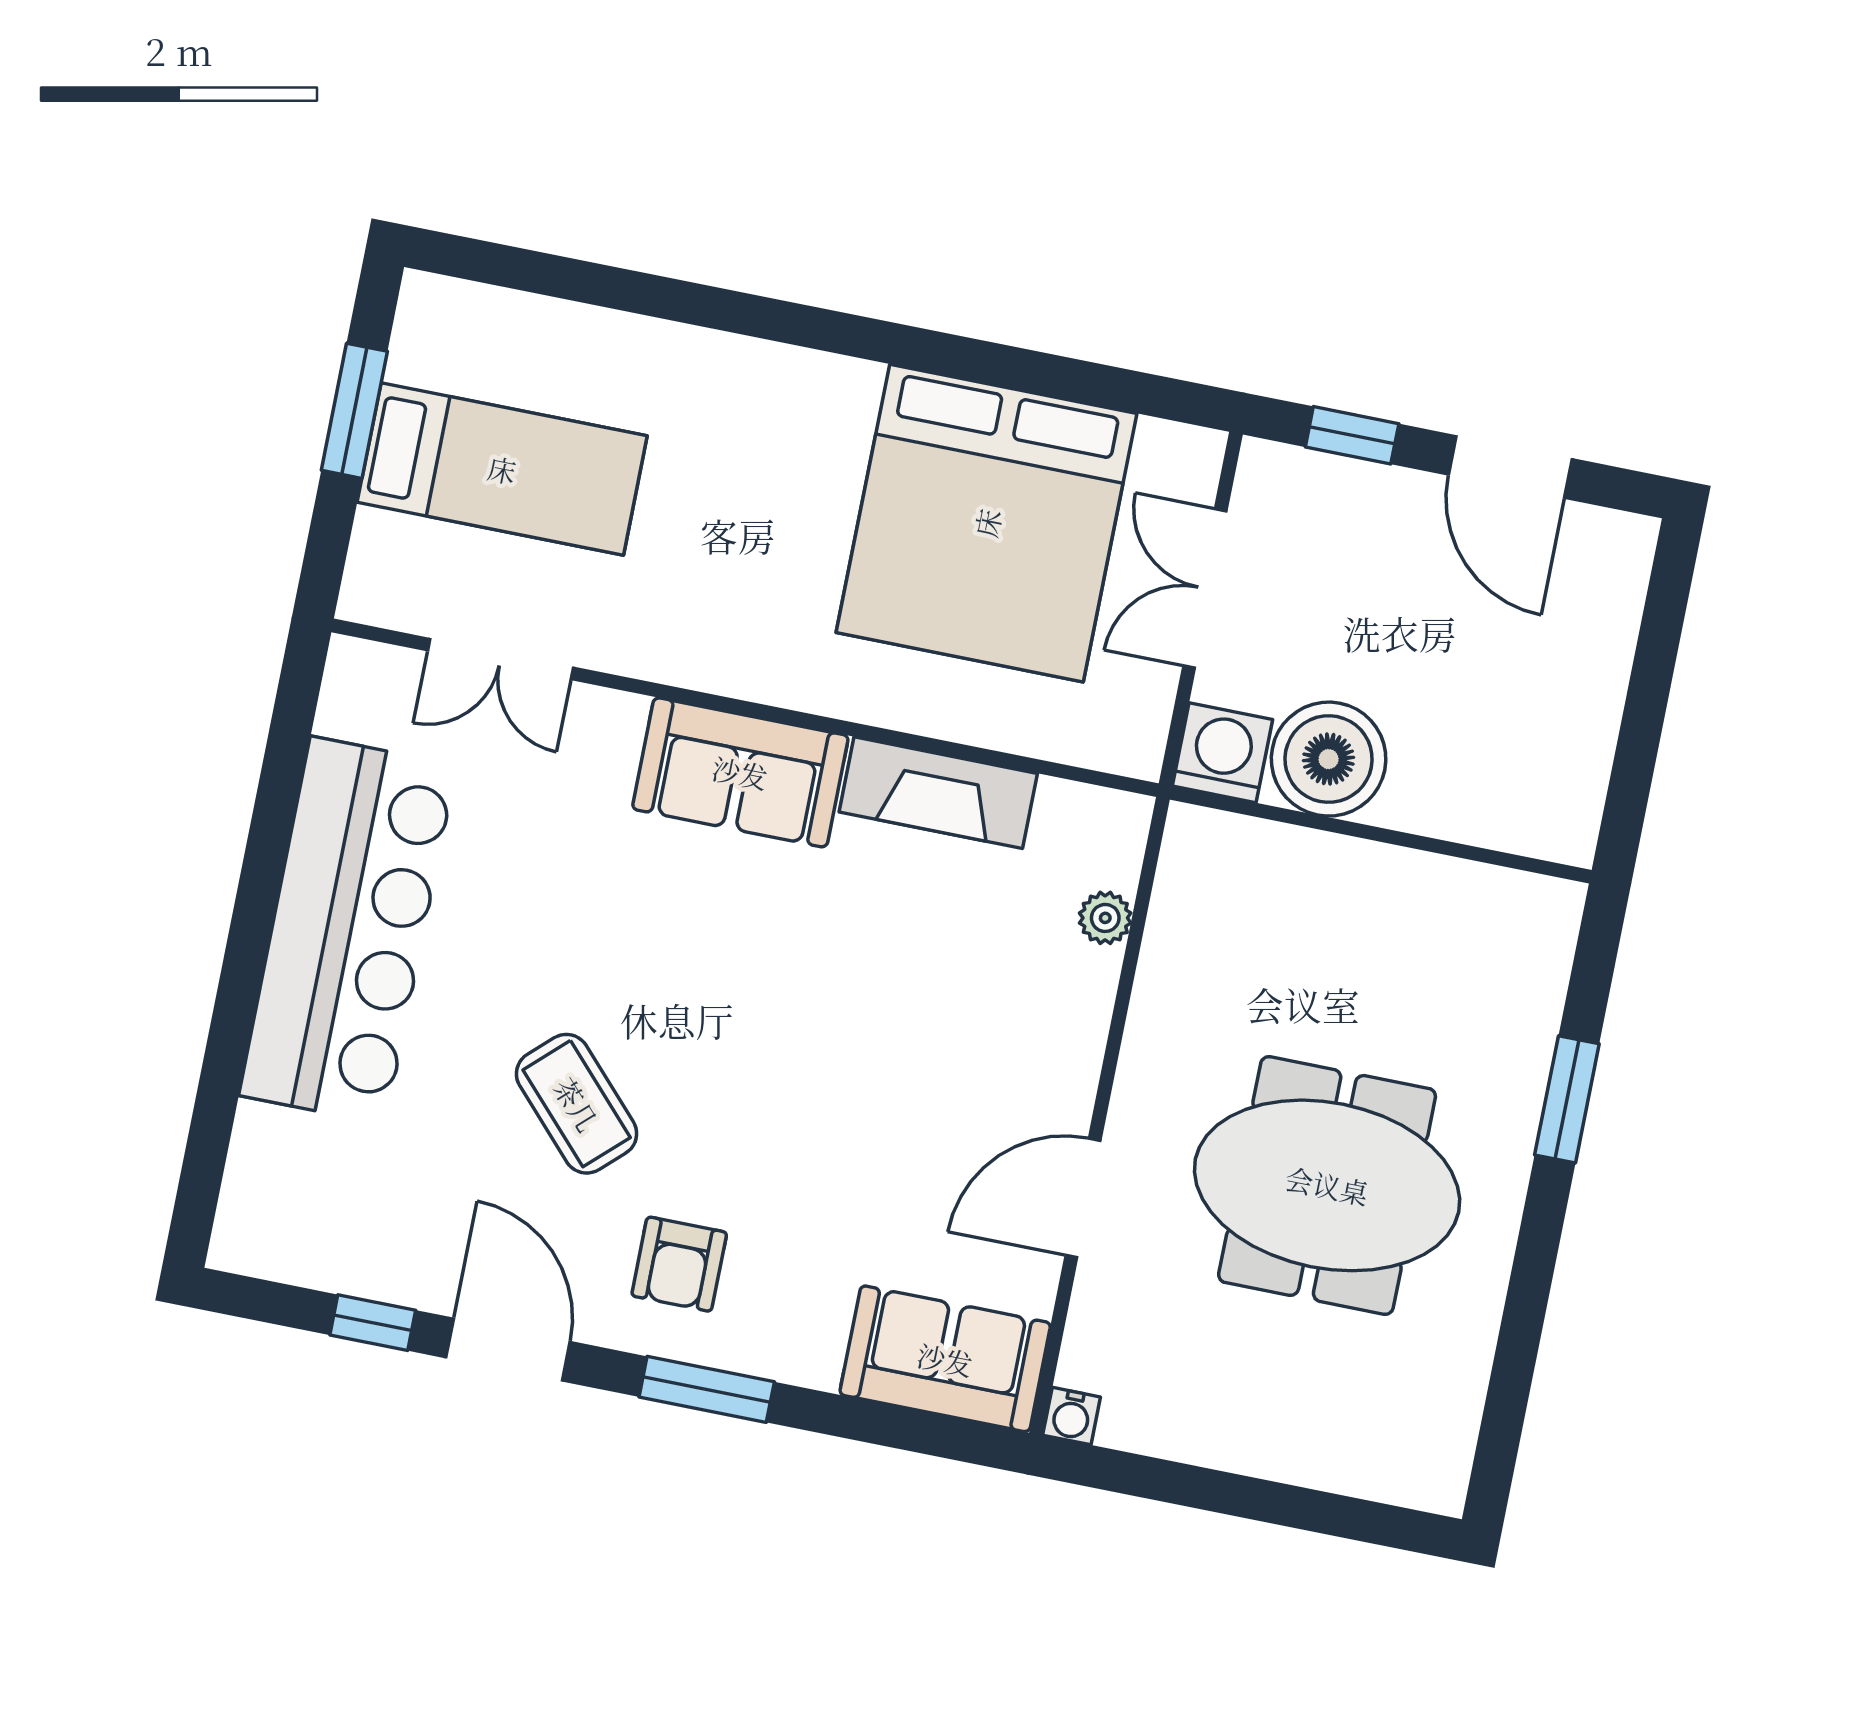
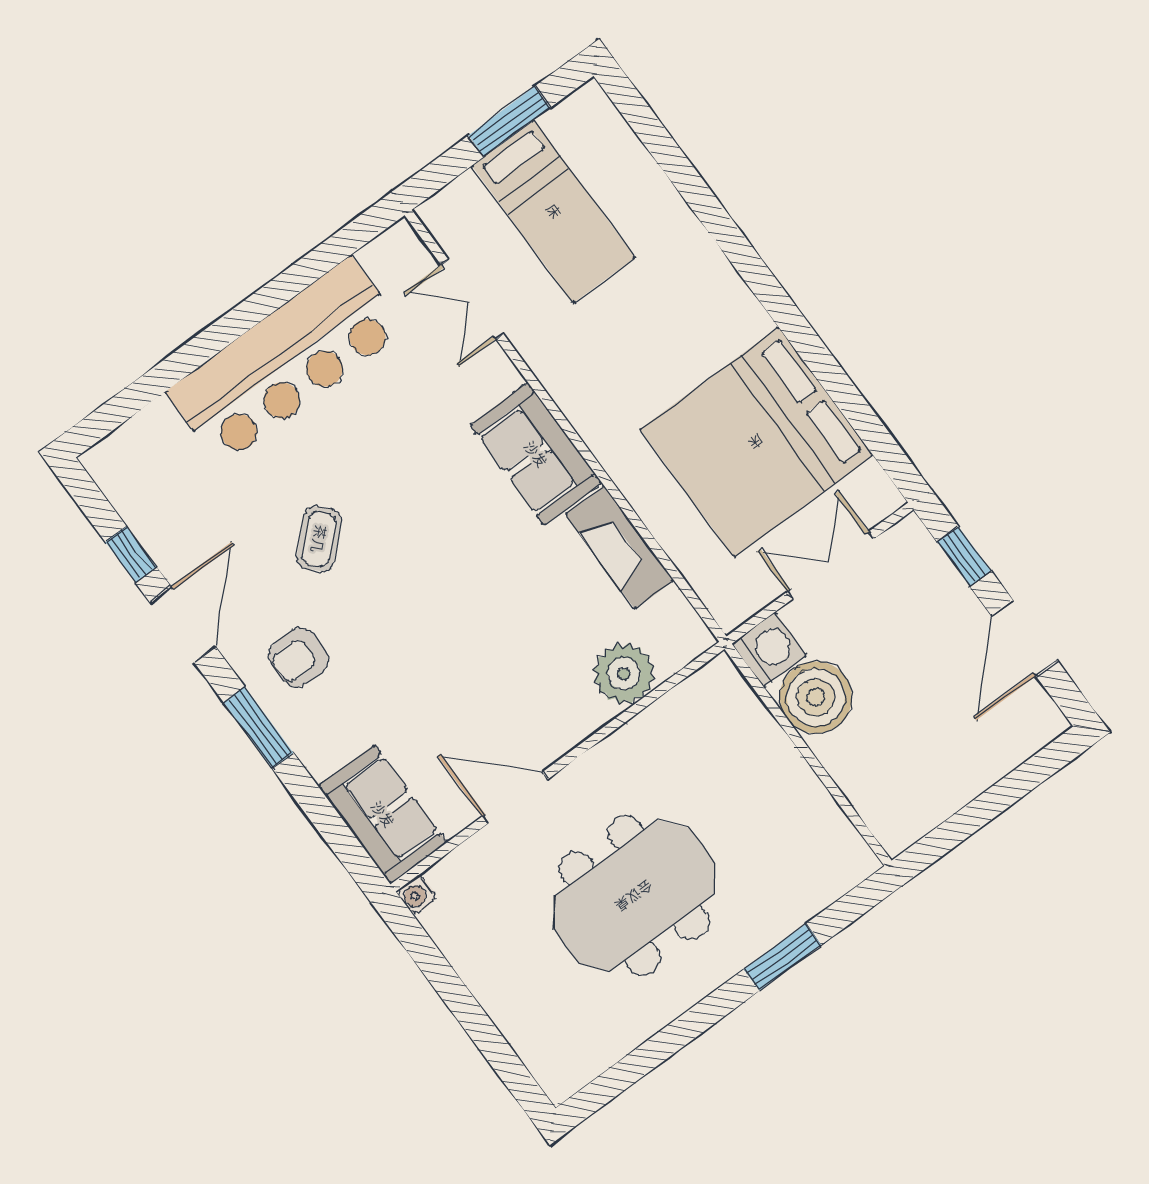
plant: (1105, 918) -> (624, 674), width x1.87, depth x1.87
coffee table: (577, 1104) -> (319, 539), width x0.73, depth x0.77
meeting table: (1327, 1185) -> (634, 896), turned 90

